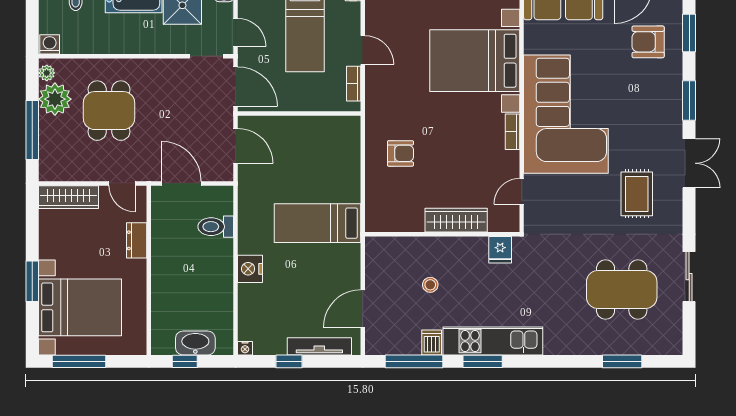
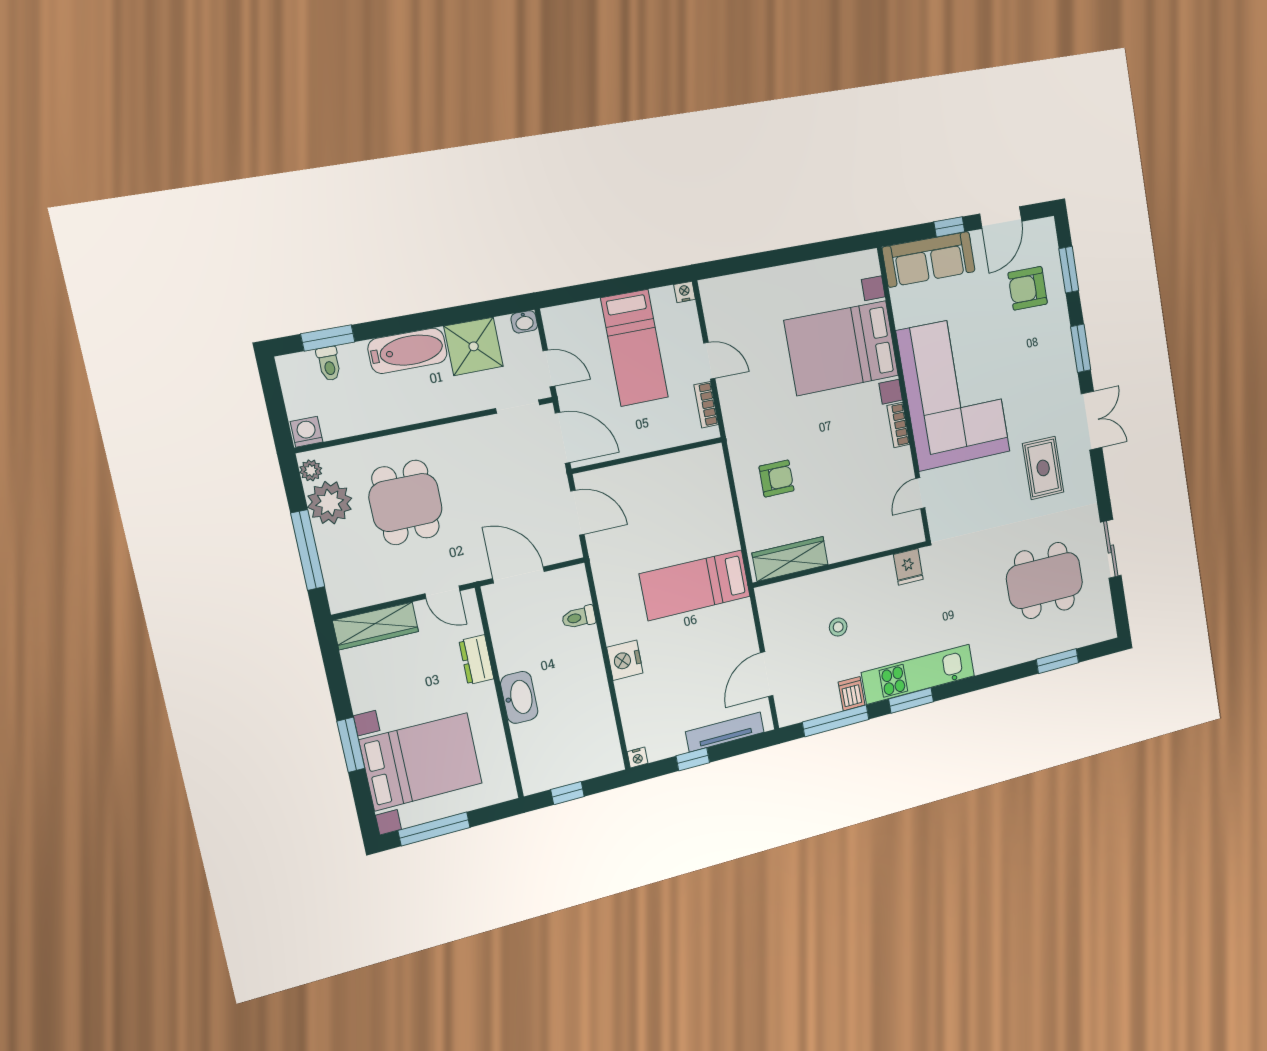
wardrobe: (456, 220) -> (790, 559), moved
toilet: (216, 227) -> (579, 617), width x0.73, depth x0.72
washbasin: (195, 343) -> (519, 697), moved, turned 90

